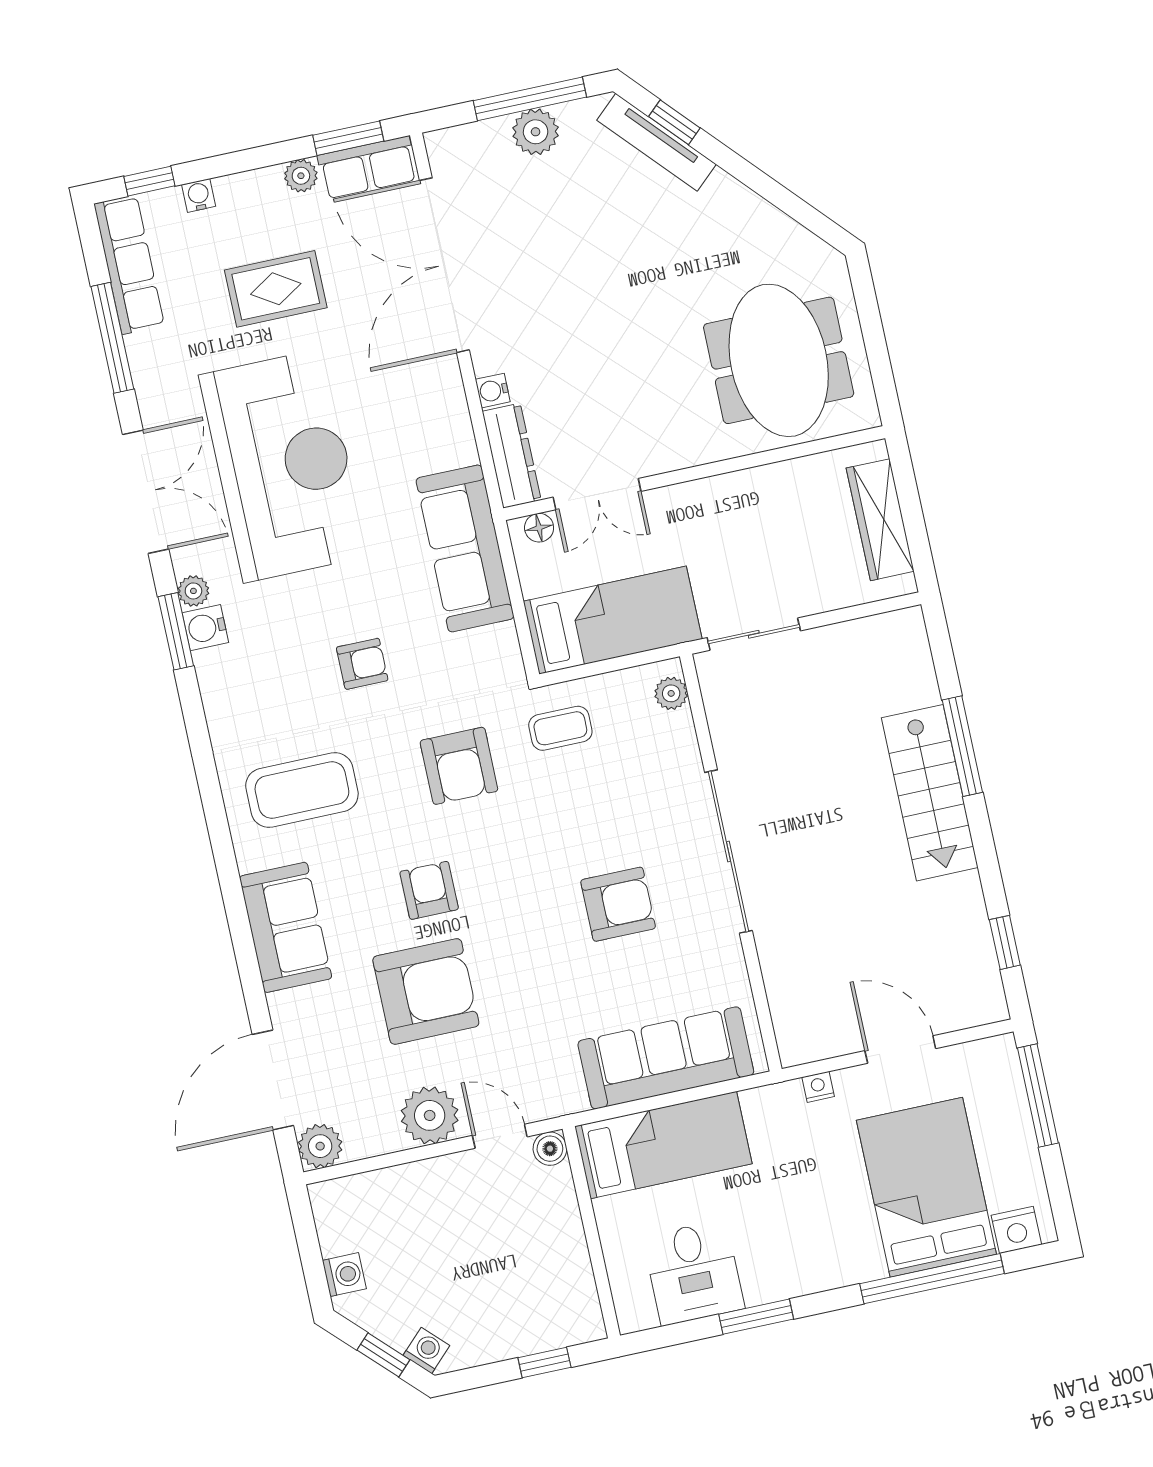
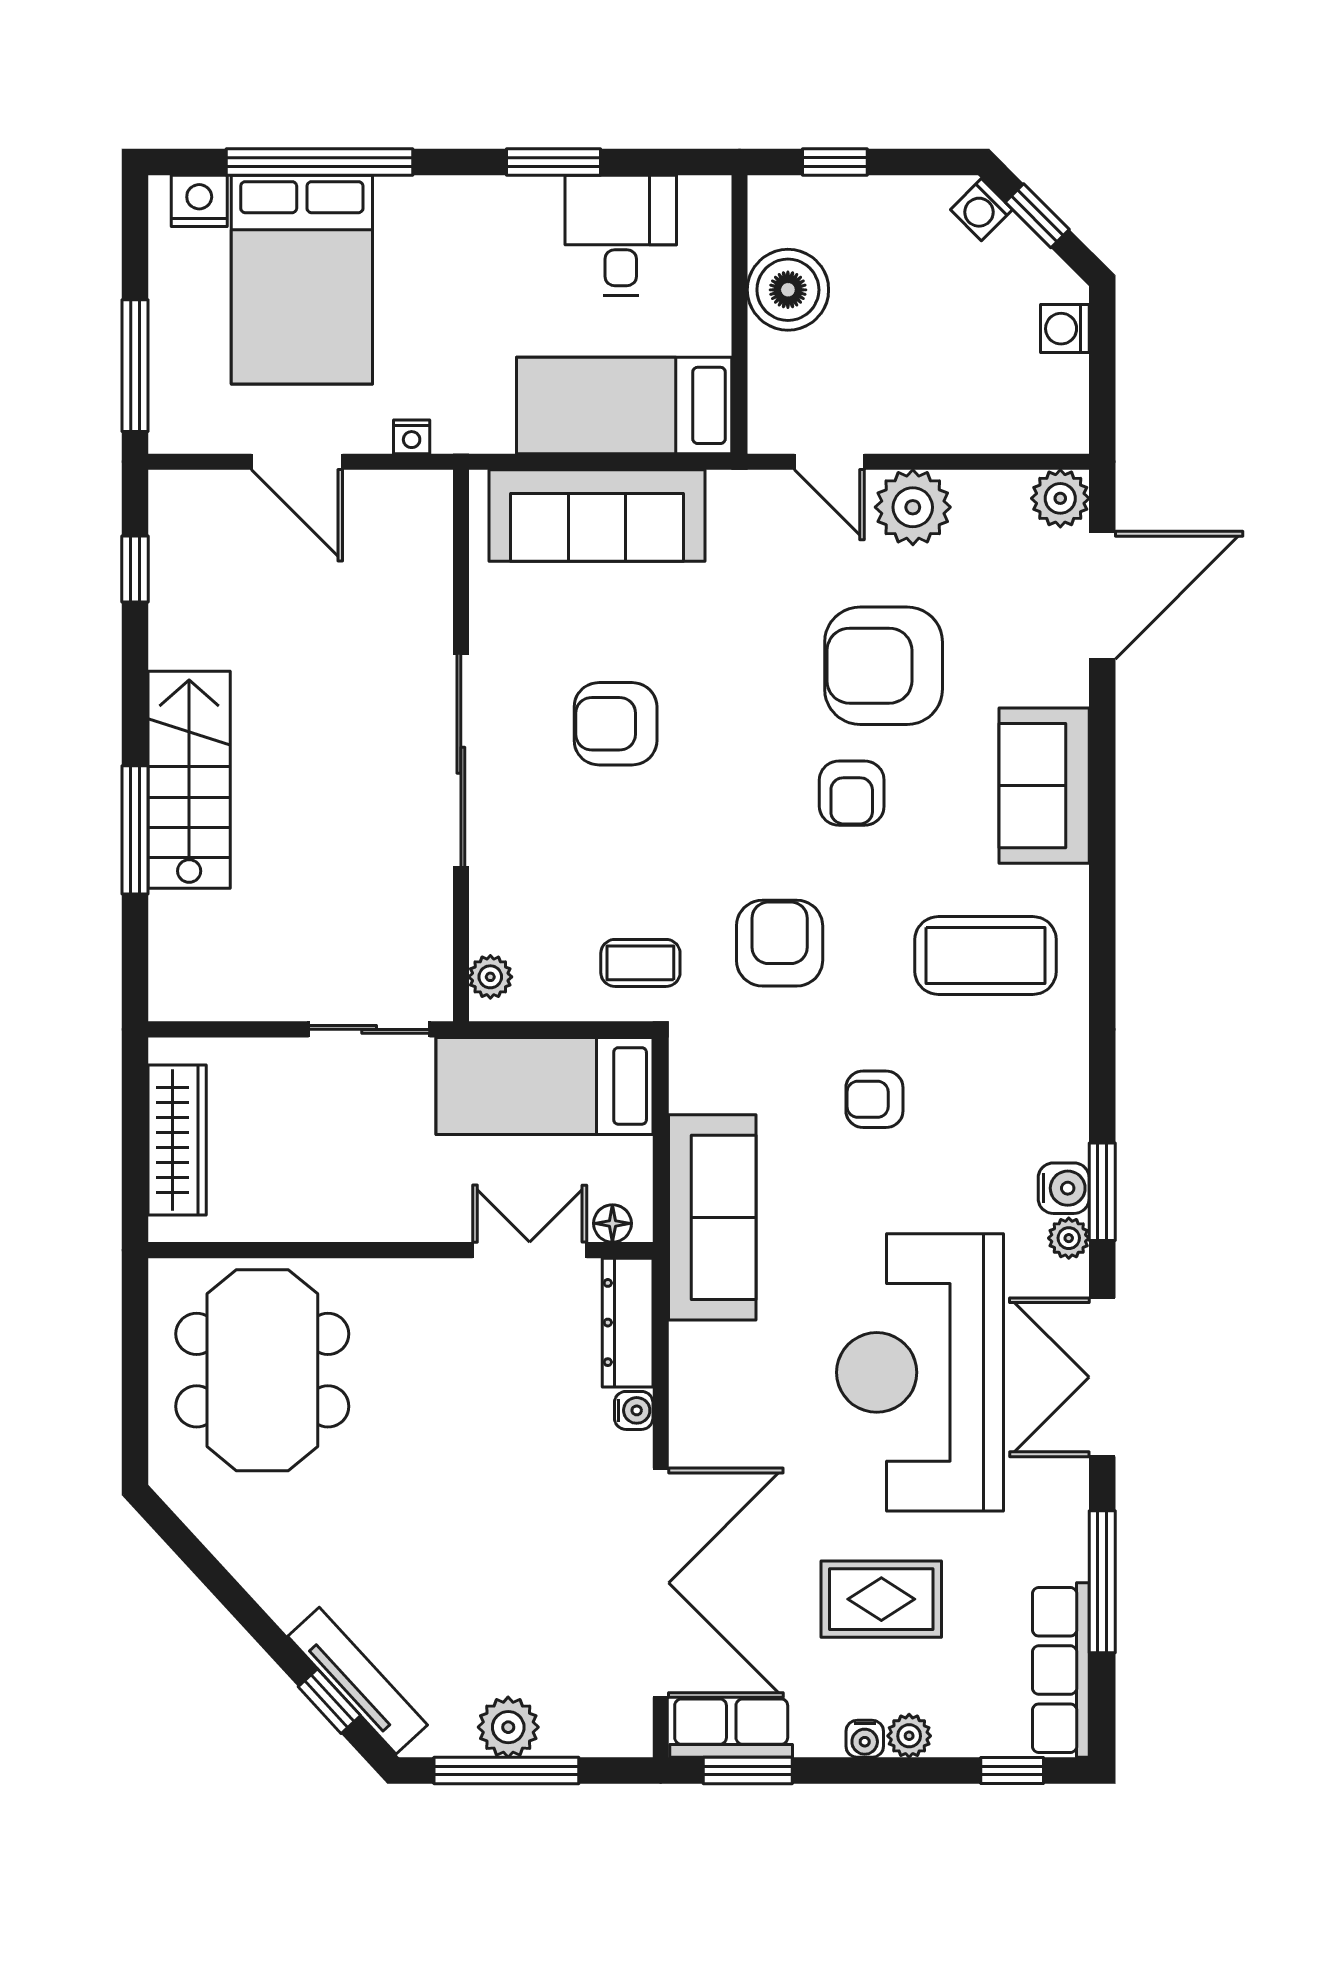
plant: (301, 176) -> (909, 1736), moved
water cooler: (199, 195) -> (865, 1739), moved
boiler: (550, 1149) -> (788, 290), moved, width x1.86, depth x1.86

